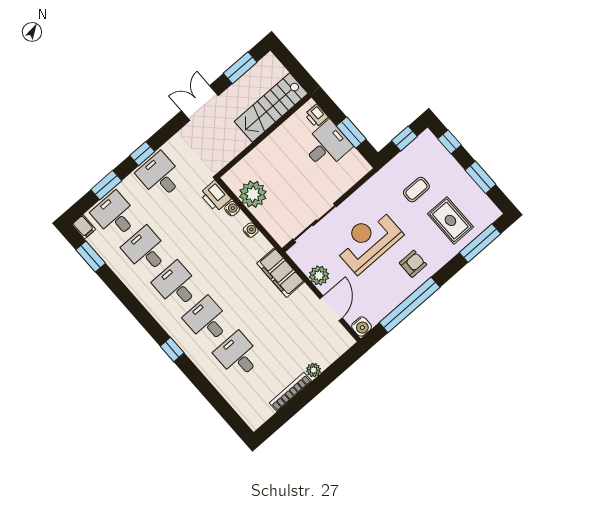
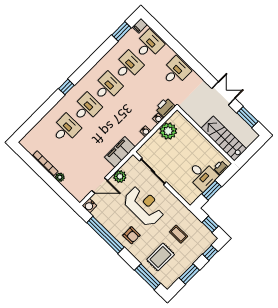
window: (142, 154) -> (189, 59), removed
window: (106, 185) -> (167, 38), removed

